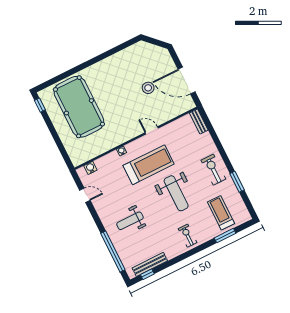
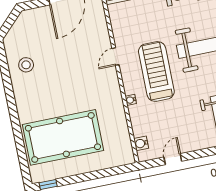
stool: (148, 88) -> (26, 65), moved

